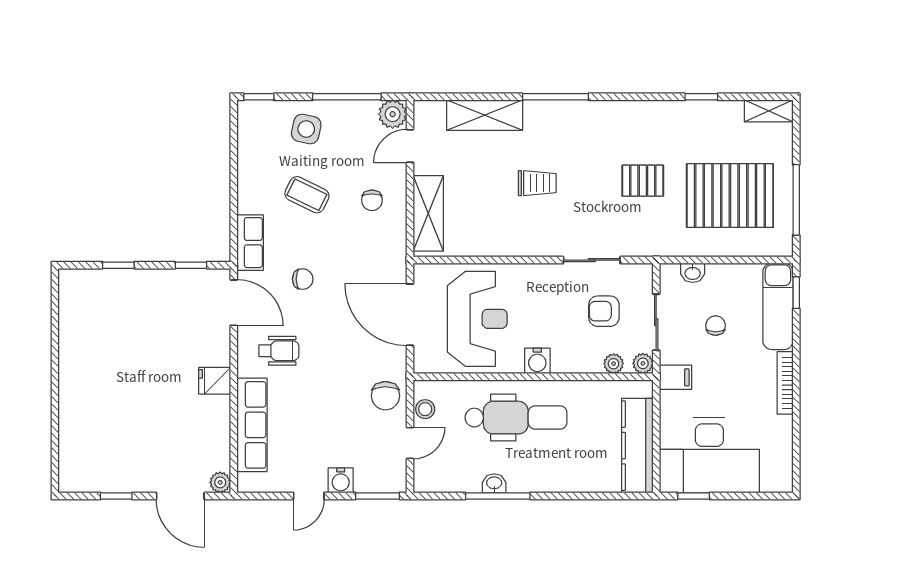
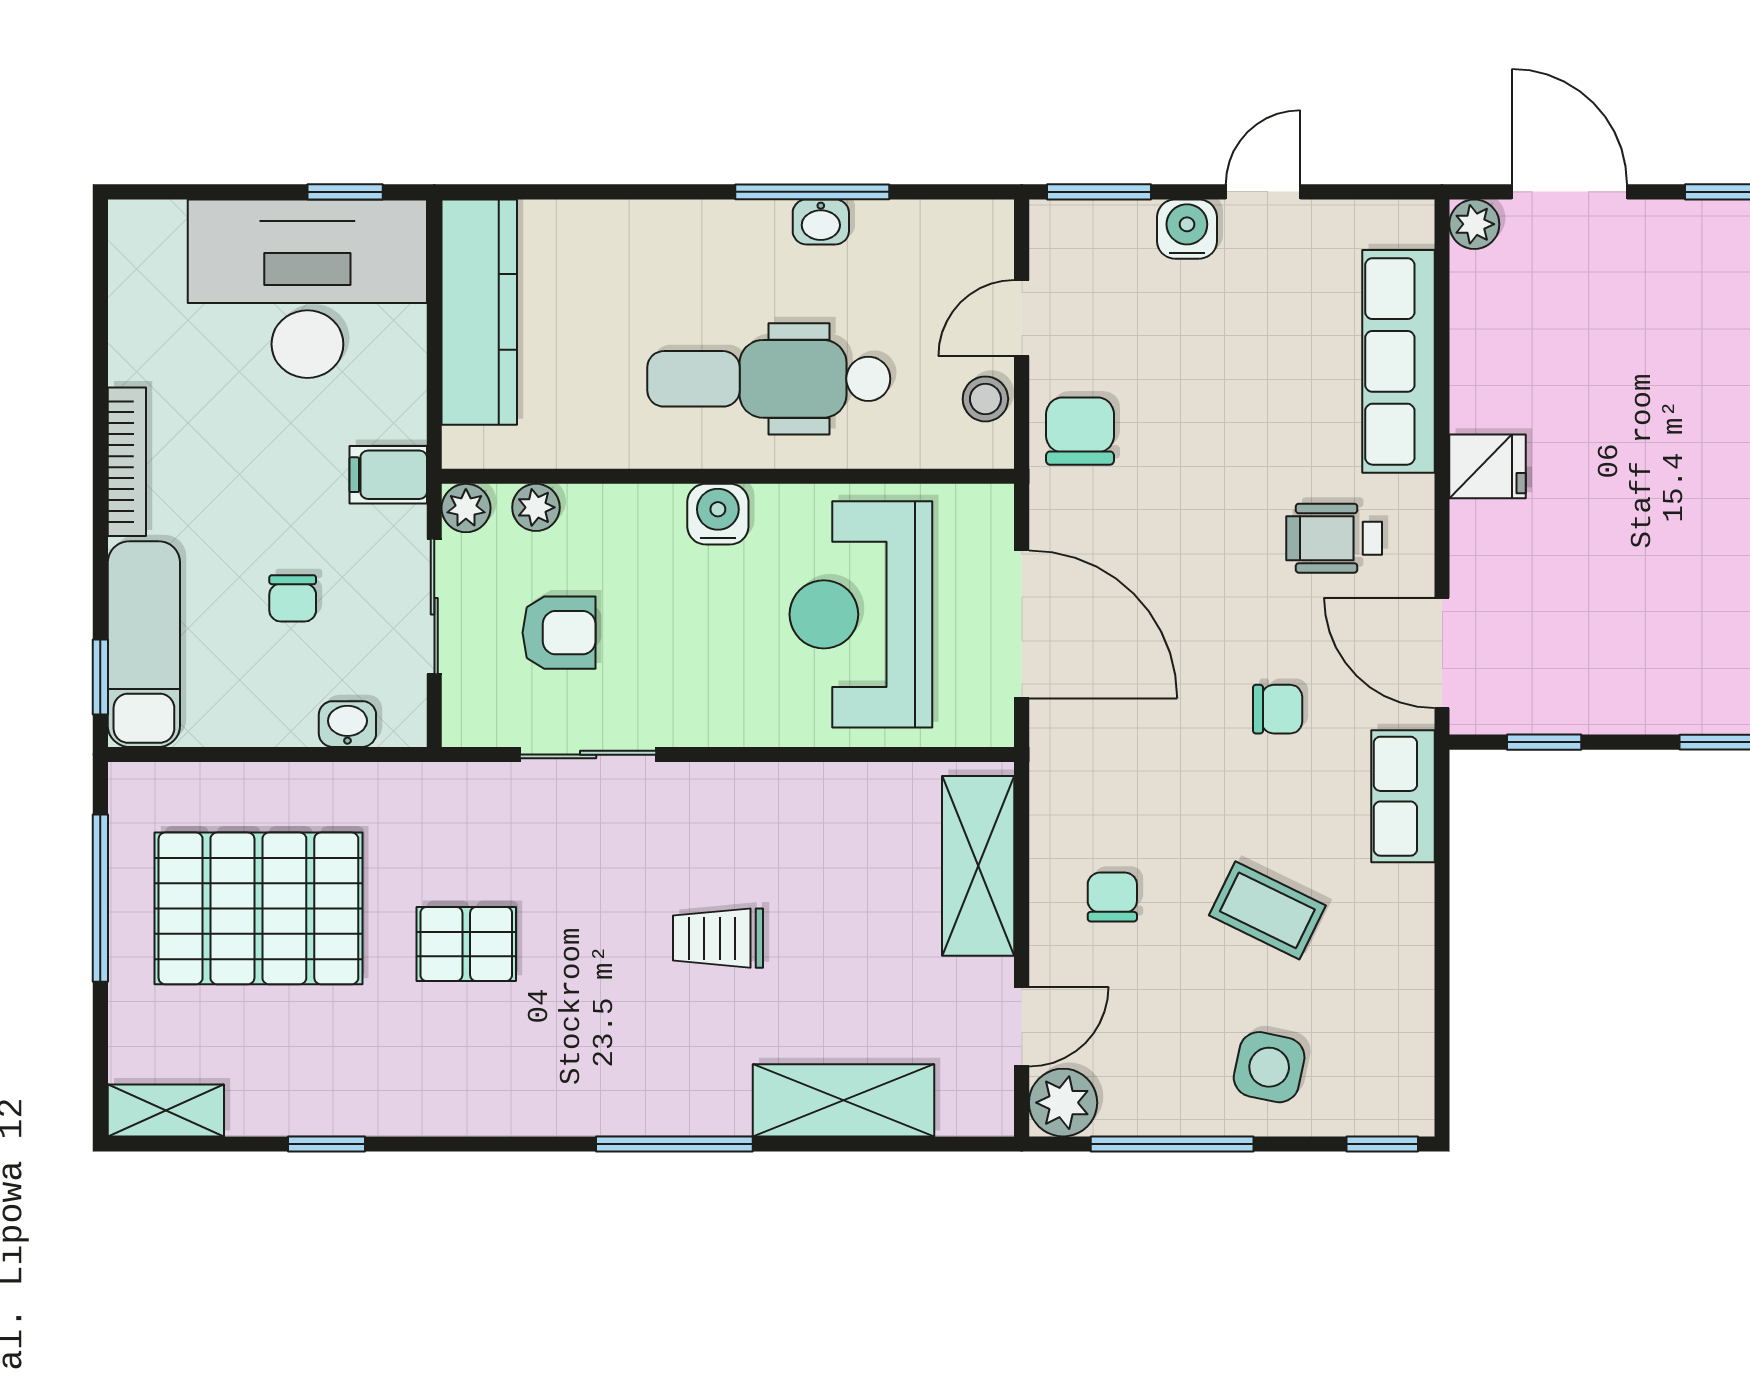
chair: (303, 279) -> (1278, 709), turned 180

